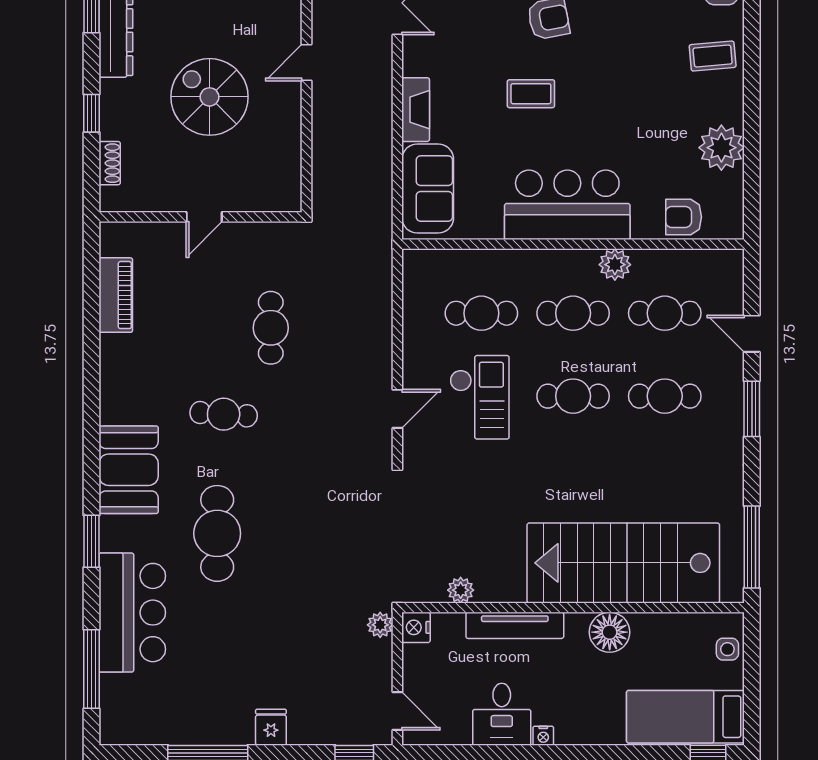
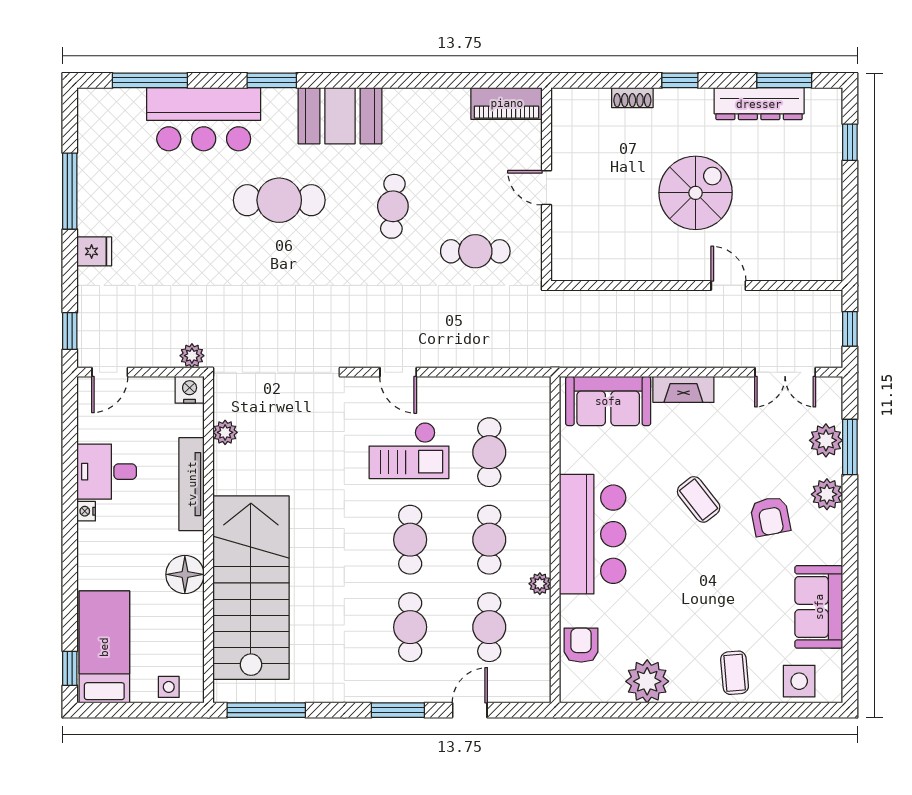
coffee table: (531, 94) -> (699, 499), turned -38
wall: (201, 217) -> (546, 184), moved
door: (204, 217) -> (546, 188), moved
plant: (615, 265) -> (540, 584), width x0.73, depth x0.73

